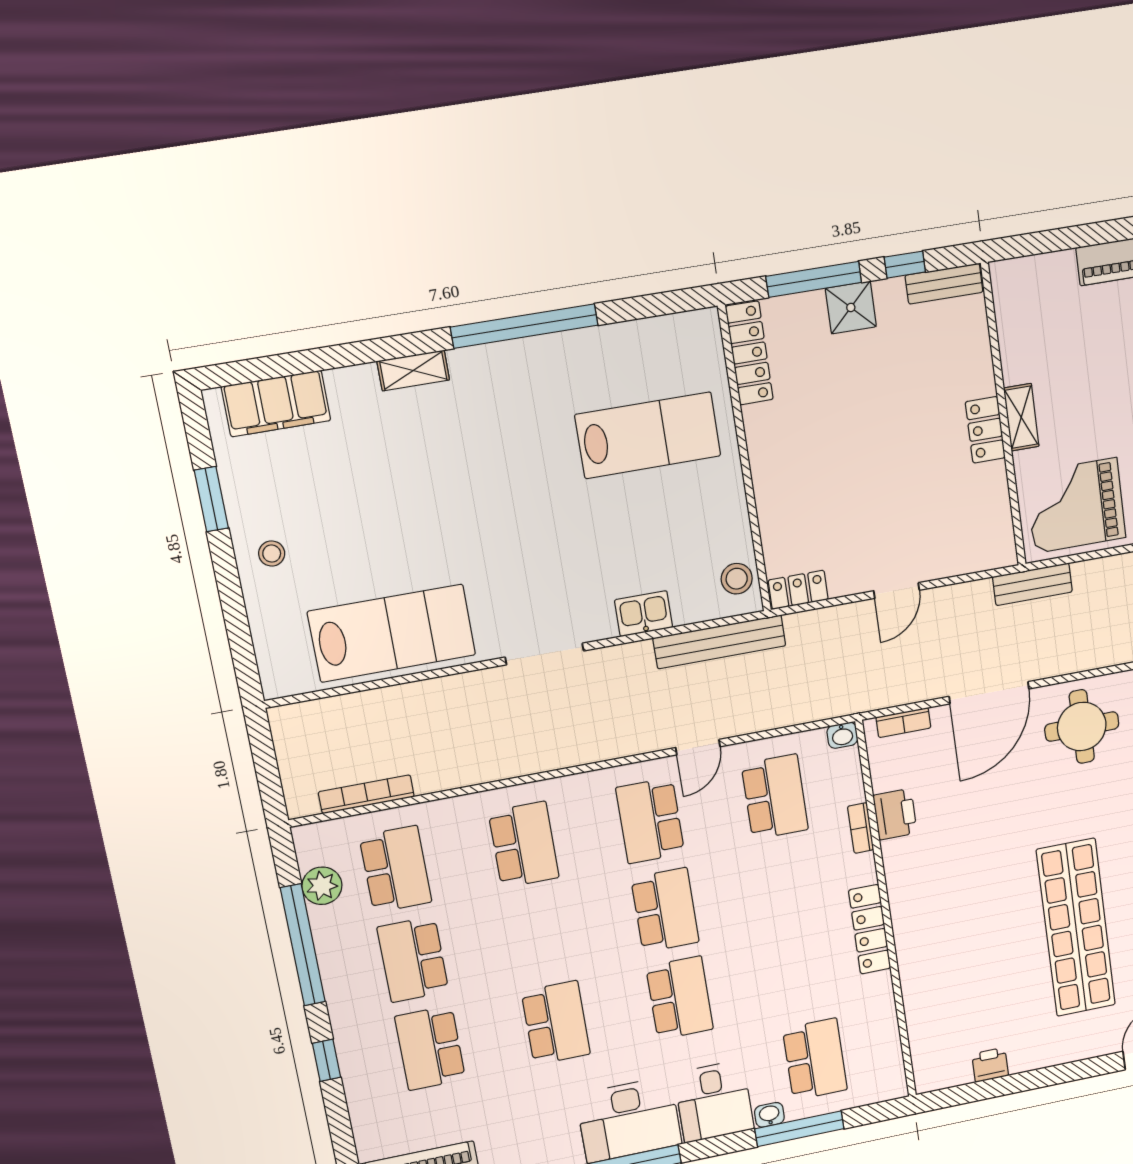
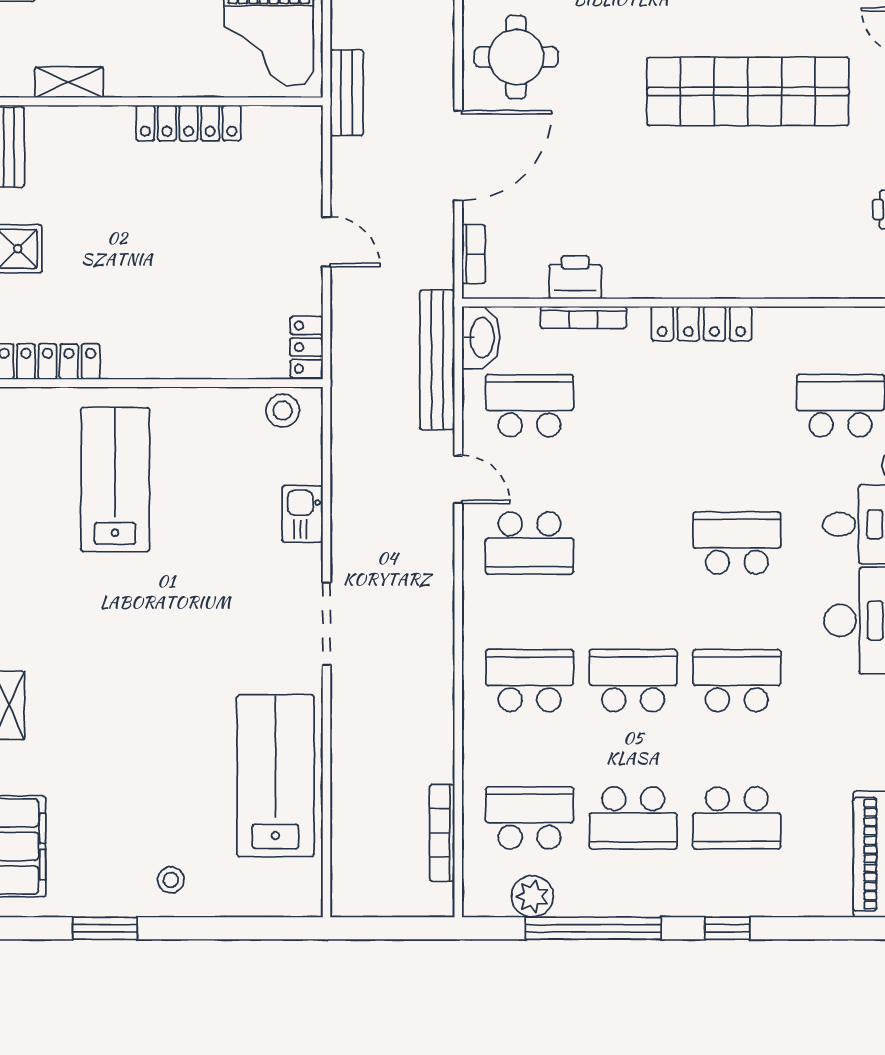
shelving: (1021, 417) -> (69, 82), moved
locker: (985, 430) -> (189, 123), width x1.53
bench: (720, 642) -> (437, 360), moved
door: (989, 693) -> (458, 156), hinge flipped
washbasin: (842, 735) -> (481, 337), width x1.91, depth x1.45
bookcase: (861, 828) -> (583, 317), width x1.56
school desk: (665, 910) -> (633, 680), moved

